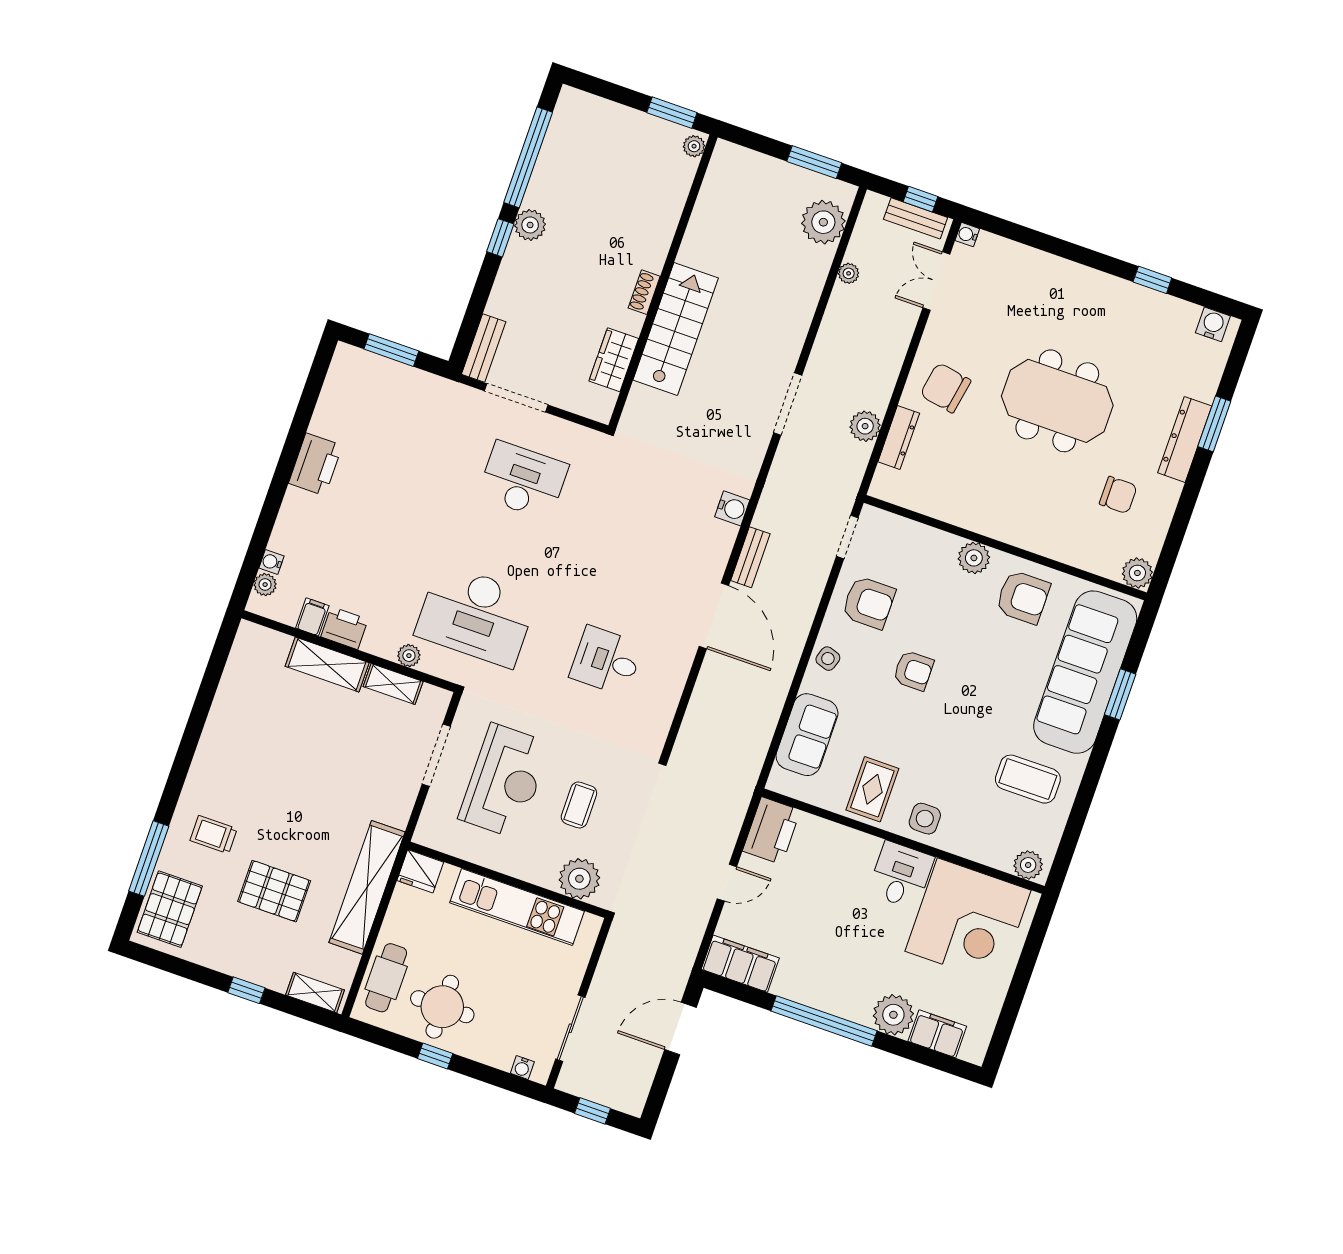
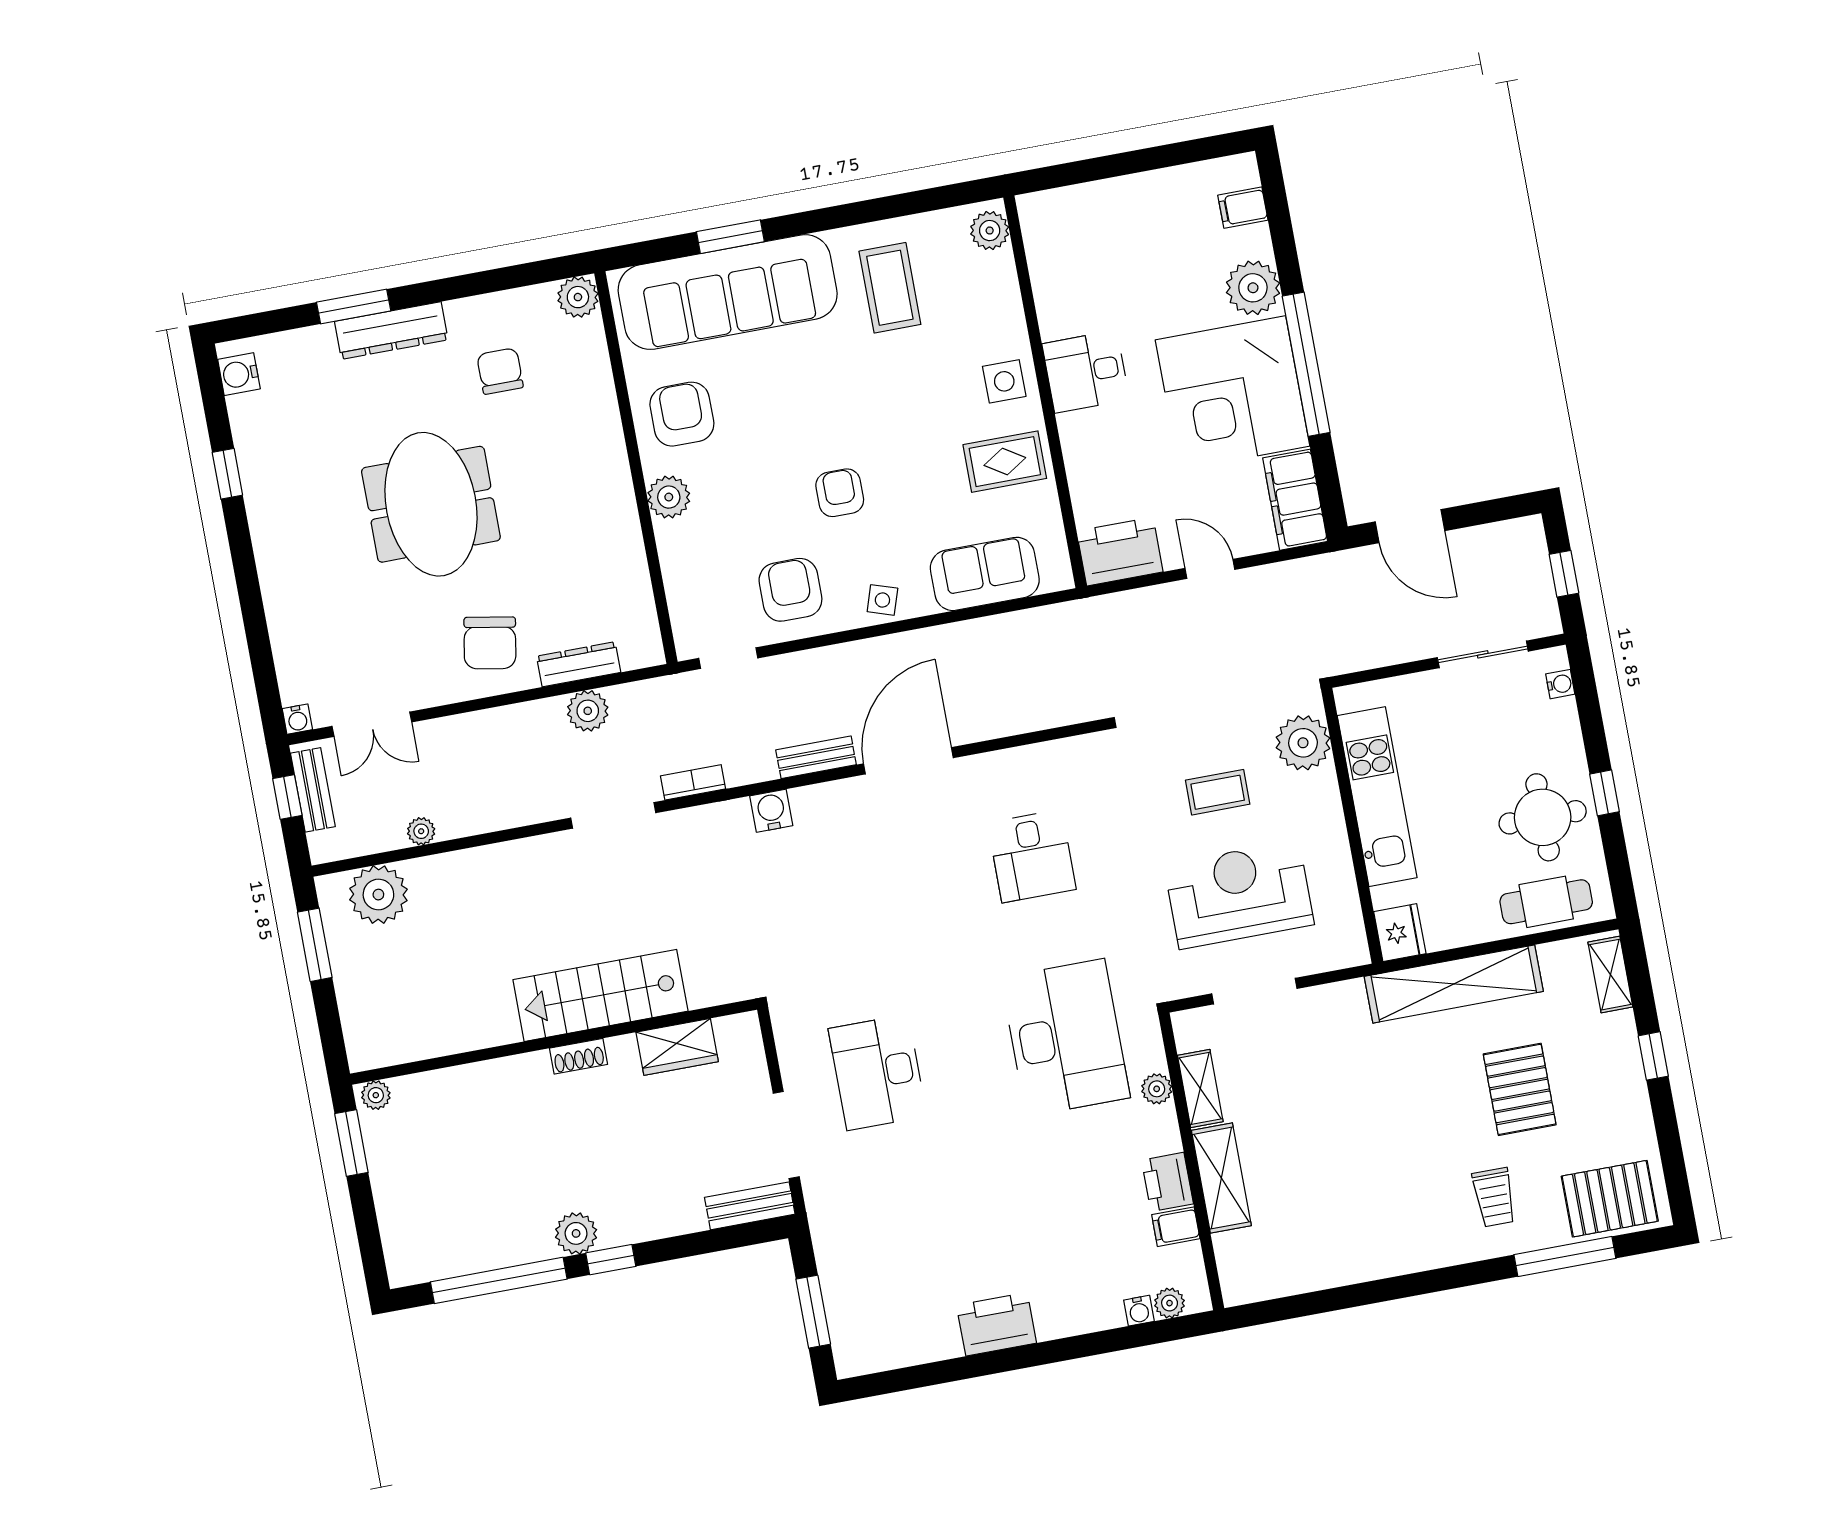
bookcase: (780, 468) -> (693, 782), added
corner desk: (968, 921) -> (1233, 393), moved, turned 180
filing cabinet: (937, 1034) -> (1243, 208), width x0.50

